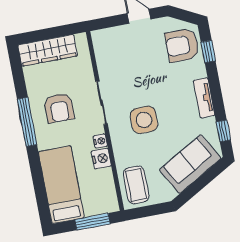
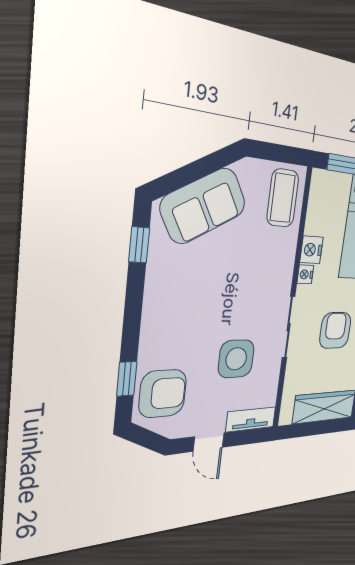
tv unit: (204, 98) -> (251, 419), moved, turned -90
side table: (144, 120) -> (236, 359), moved

